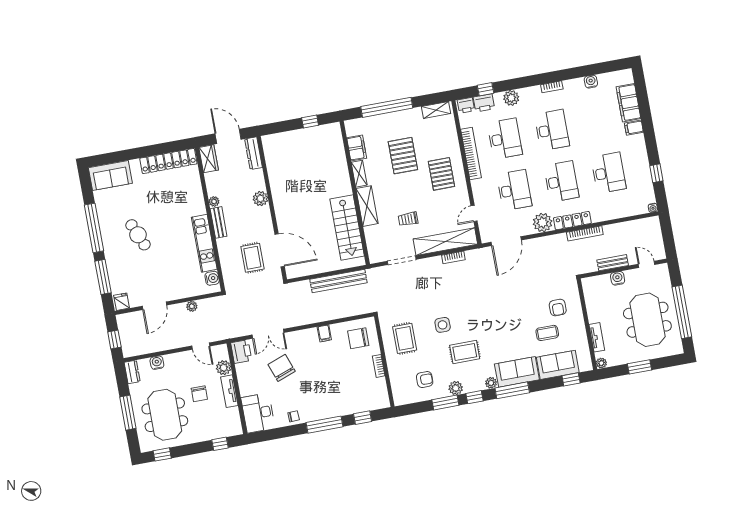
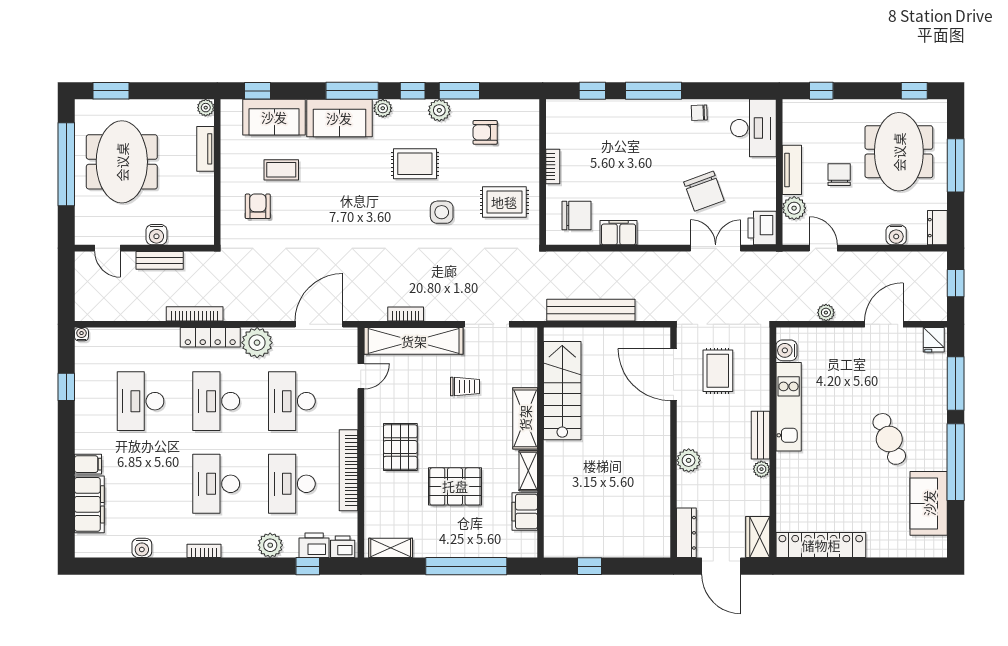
pallet: (403, 156) -> (455, 486), turned 90
sofa: (110, 175) -> (929, 503), moved, turned -90
filing cabinet: (324, 333) -> (619, 233), width x2.00
rug: (405, 338) -> (504, 202), turned 90
window: (640, 367) -> (111, 91), moved

